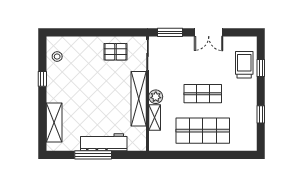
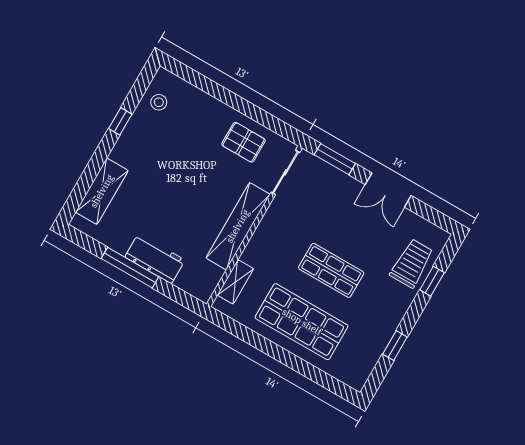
plant: (156, 97) -> (263, 237), removed
shelving: (155, 118) -> (235, 282), moved
workbench: (104, 142) -> (155, 259), width x0.73

